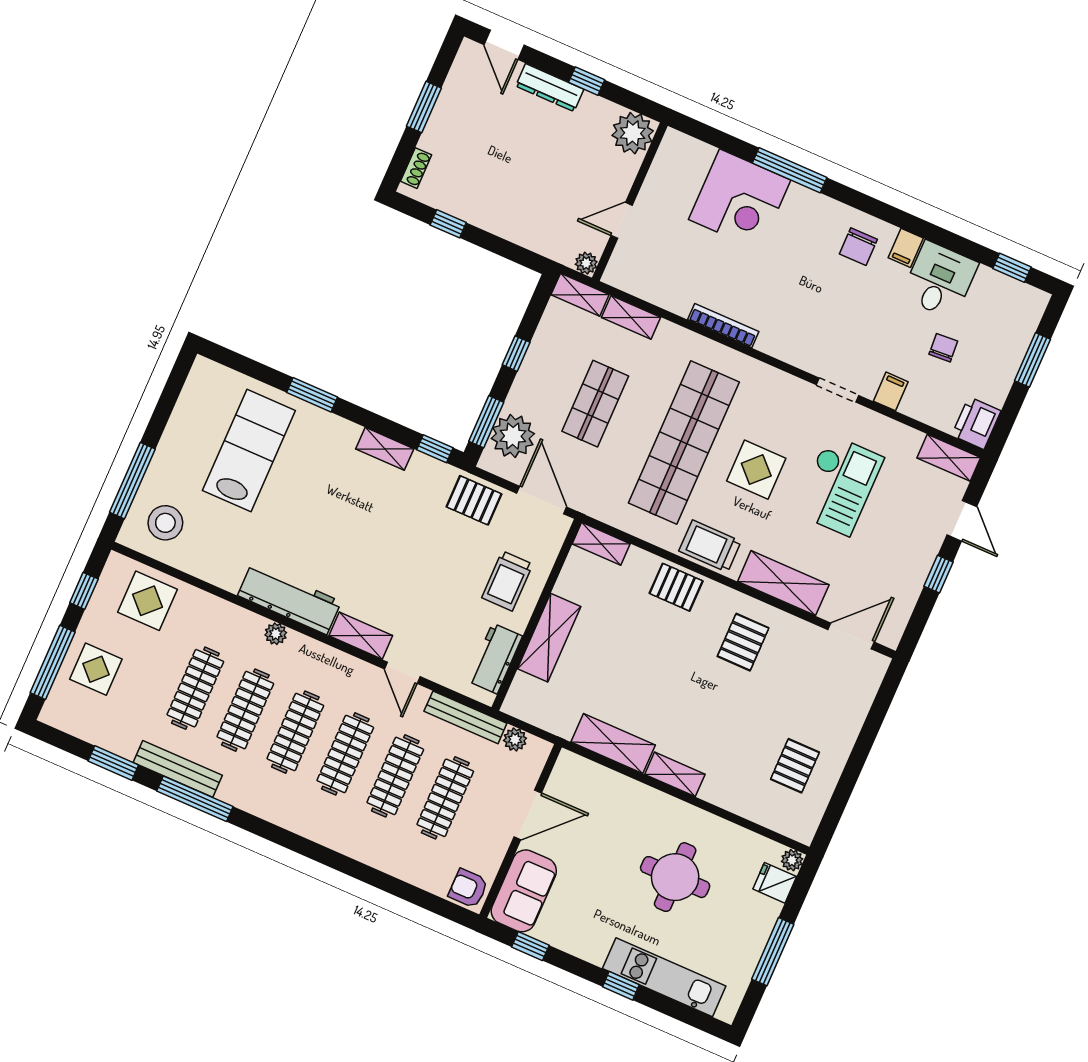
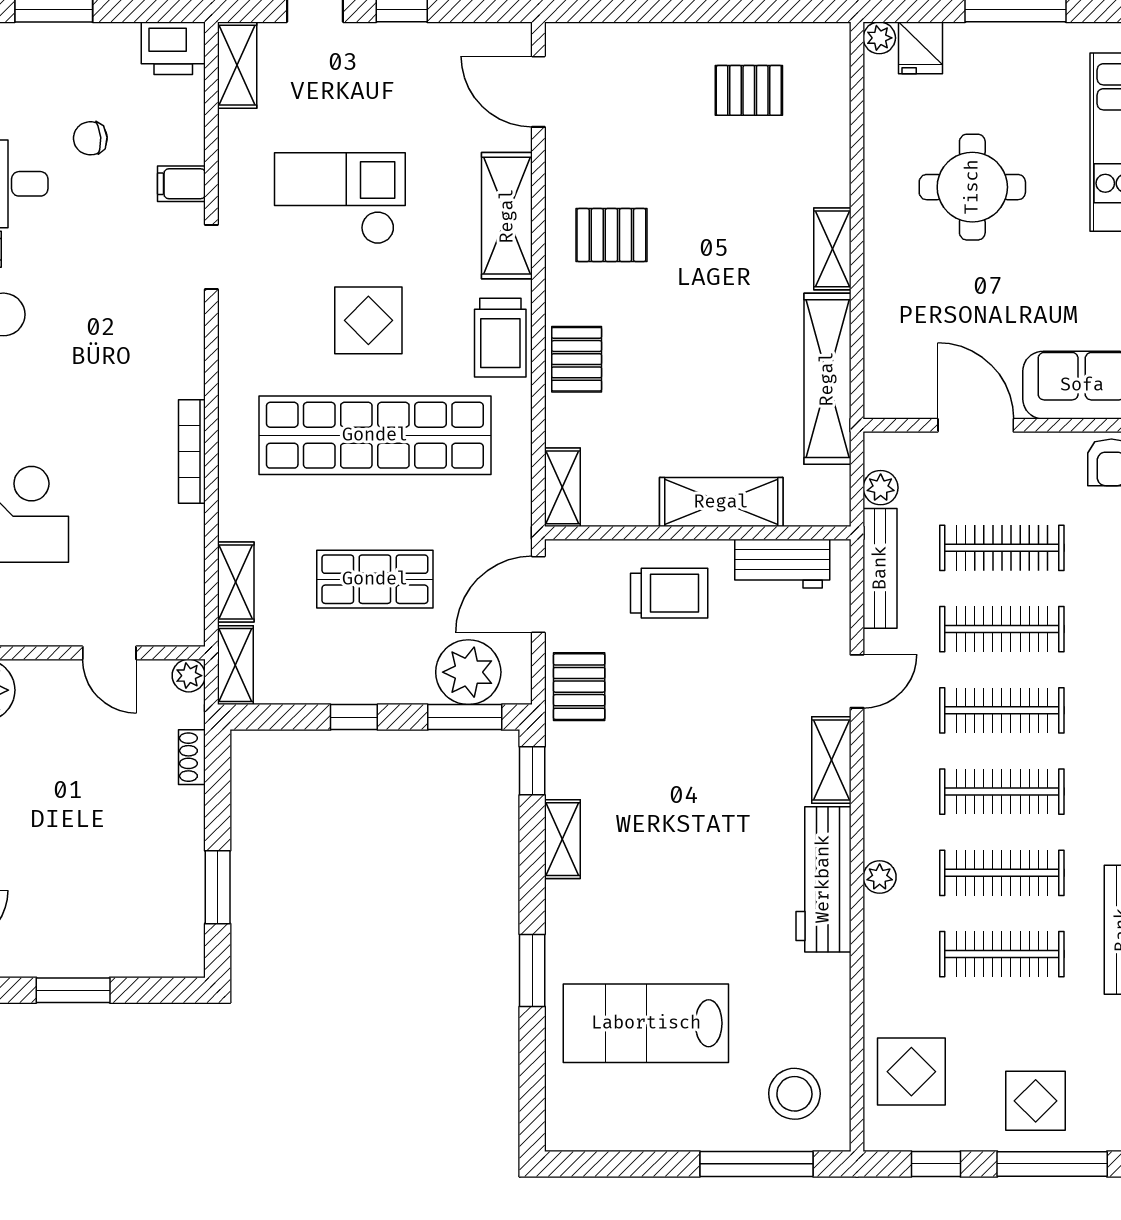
shoe rack: (416, 168) -> (192, 757), moved, turned -90
window: (448, 224) -> (218, 887), width x1.50
shelving: (613, 744) -> (827, 379), width x1.47

